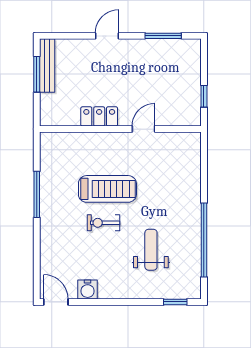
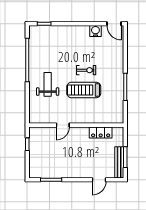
door: (107, 36) -> (99, 180), moved
locker: (99, 116) -> (101, 132), moved
weight bench: (151, 250) -> (48, 84), moved, turned 180

